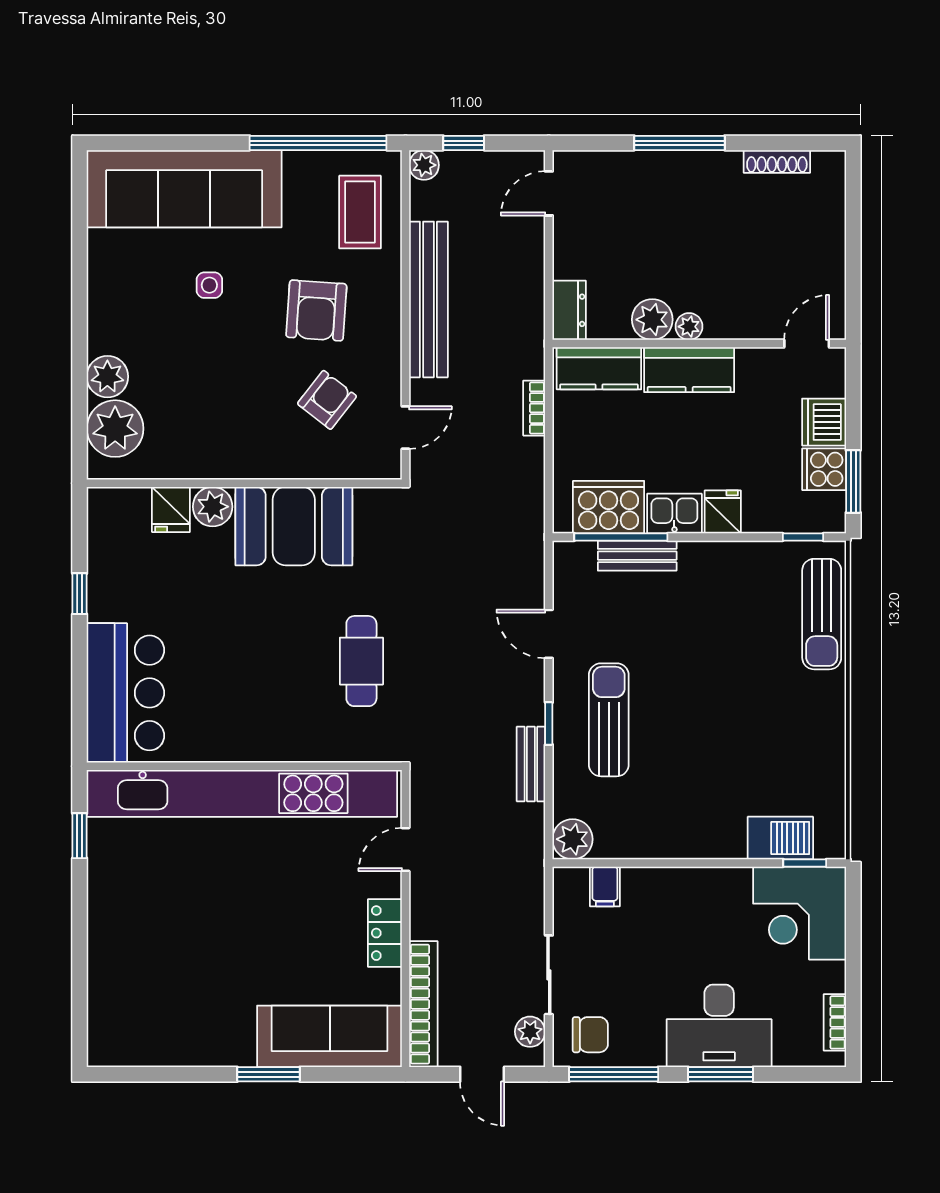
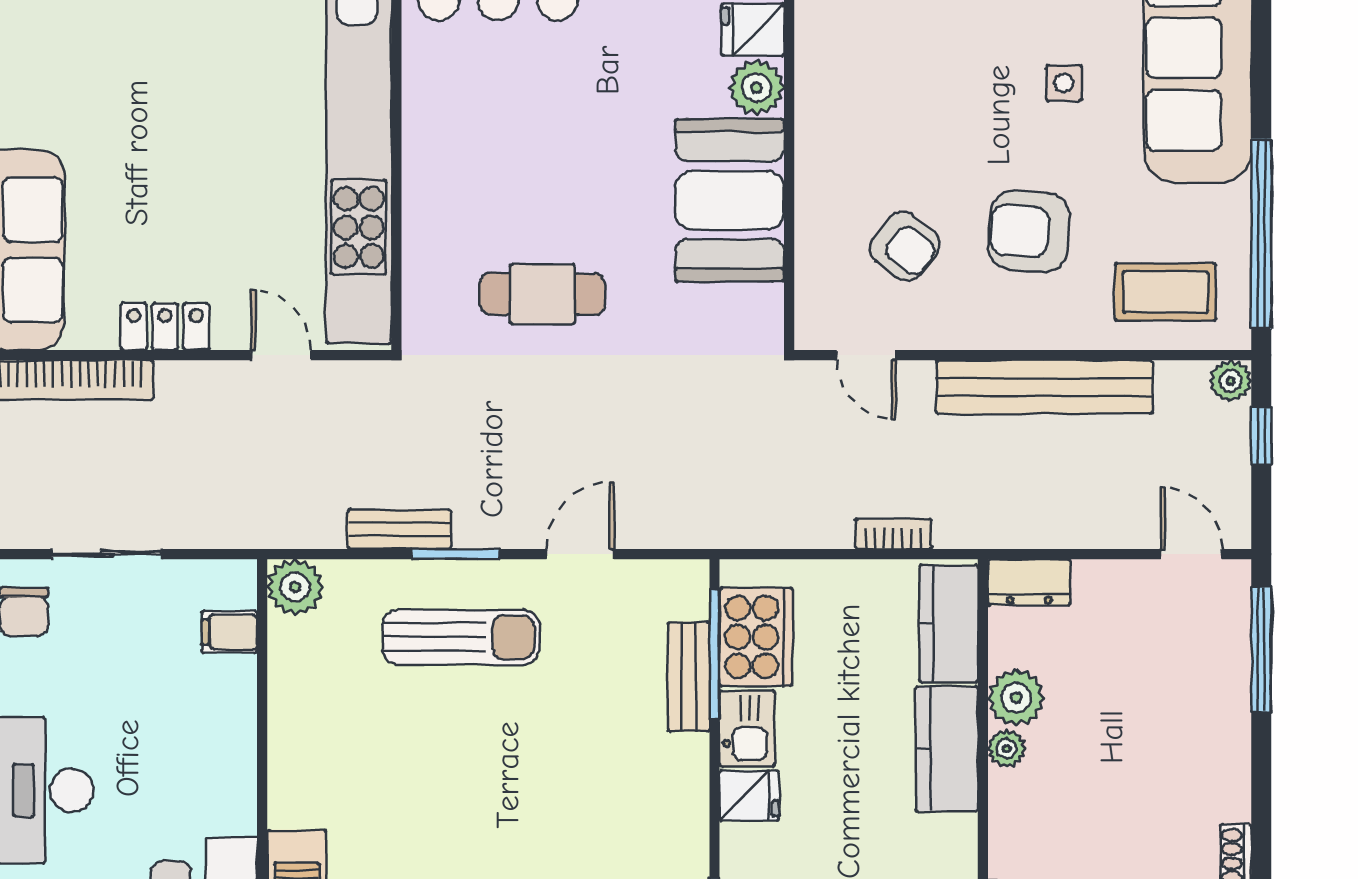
window: (679, 143) -> (1261, 649), moved
window: (549, 724) -> (456, 554), width x1.50
plant: (530, 1032) -> (28, 528), removed

